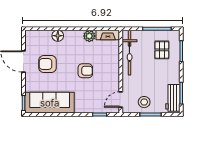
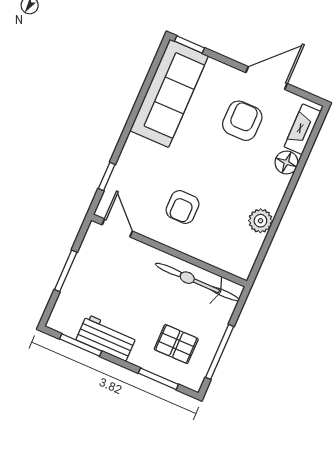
fireplace: (108, 35) -> (302, 129), moved
armchair: (85, 71) -> (183, 207), moved
workbench: (173, 98) -> (106, 338), moved
stool: (144, 102) -> (94, 269), removed

